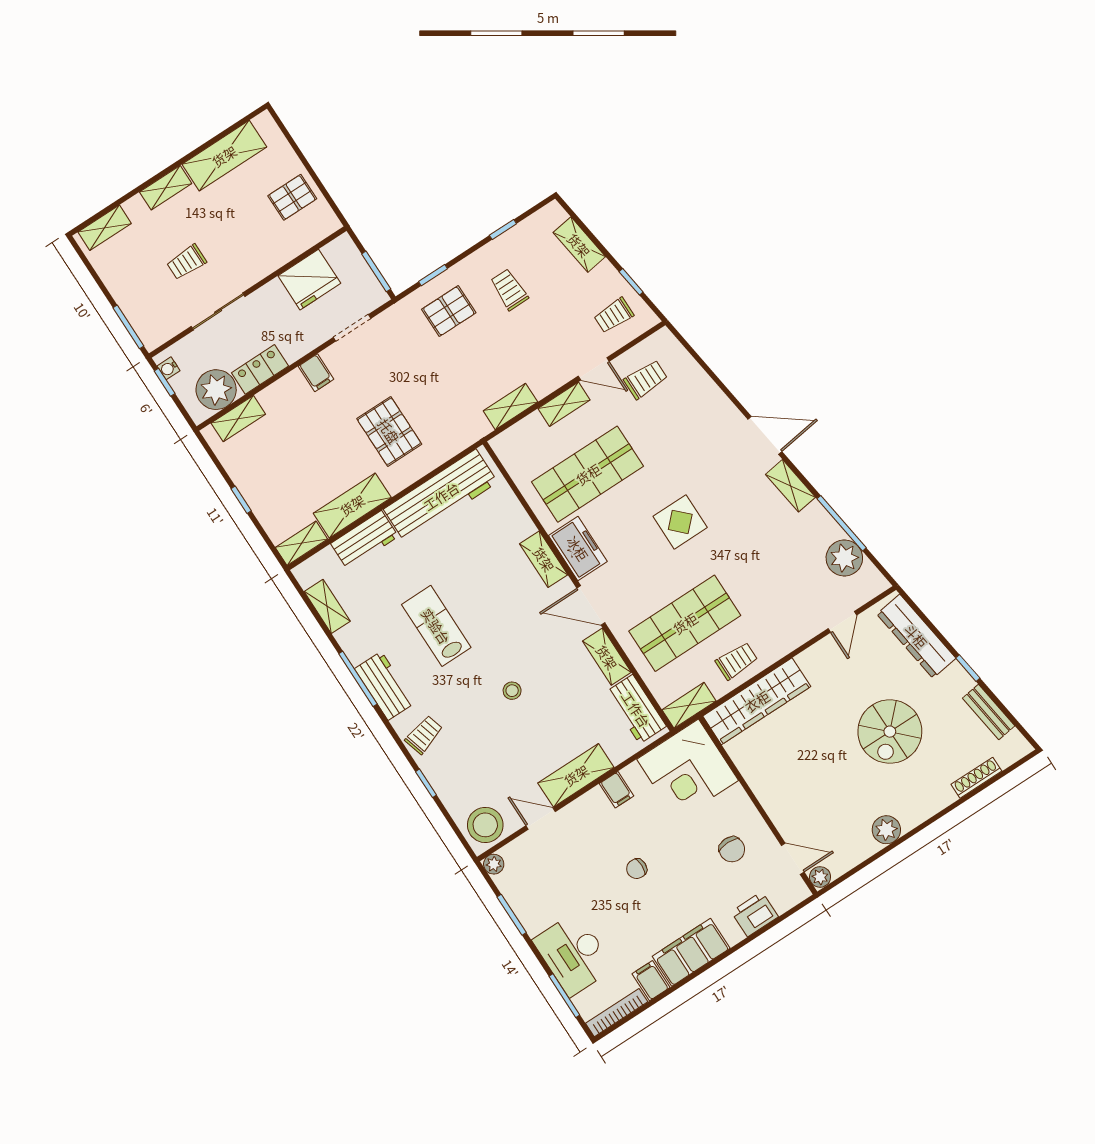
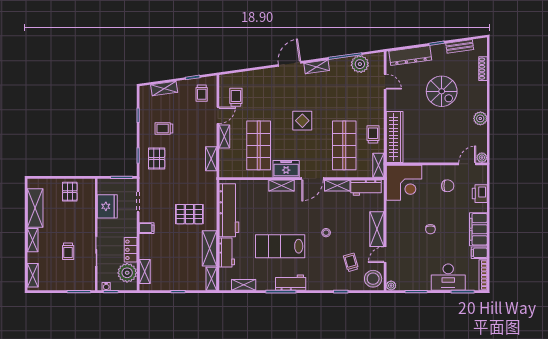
lab bench: (436, 626) -> (280, 246), width x1.36, depth x1.39
trolley: (424, 735) -> (351, 262), moved
filing cabinet: (617, 790) -> (393, 217), removed

